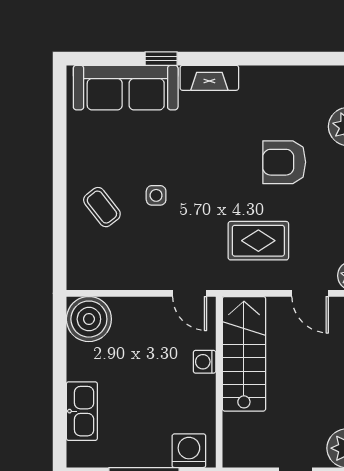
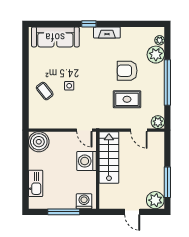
window: (161, 59) -> (89, 24), moved
fireplace: (209, 78) -> (107, 33), moved
rug: (258, 241) -> (127, 99), moved
washing machine: (205, 362) -> (87, 161), width x1.89, depth x1.89

